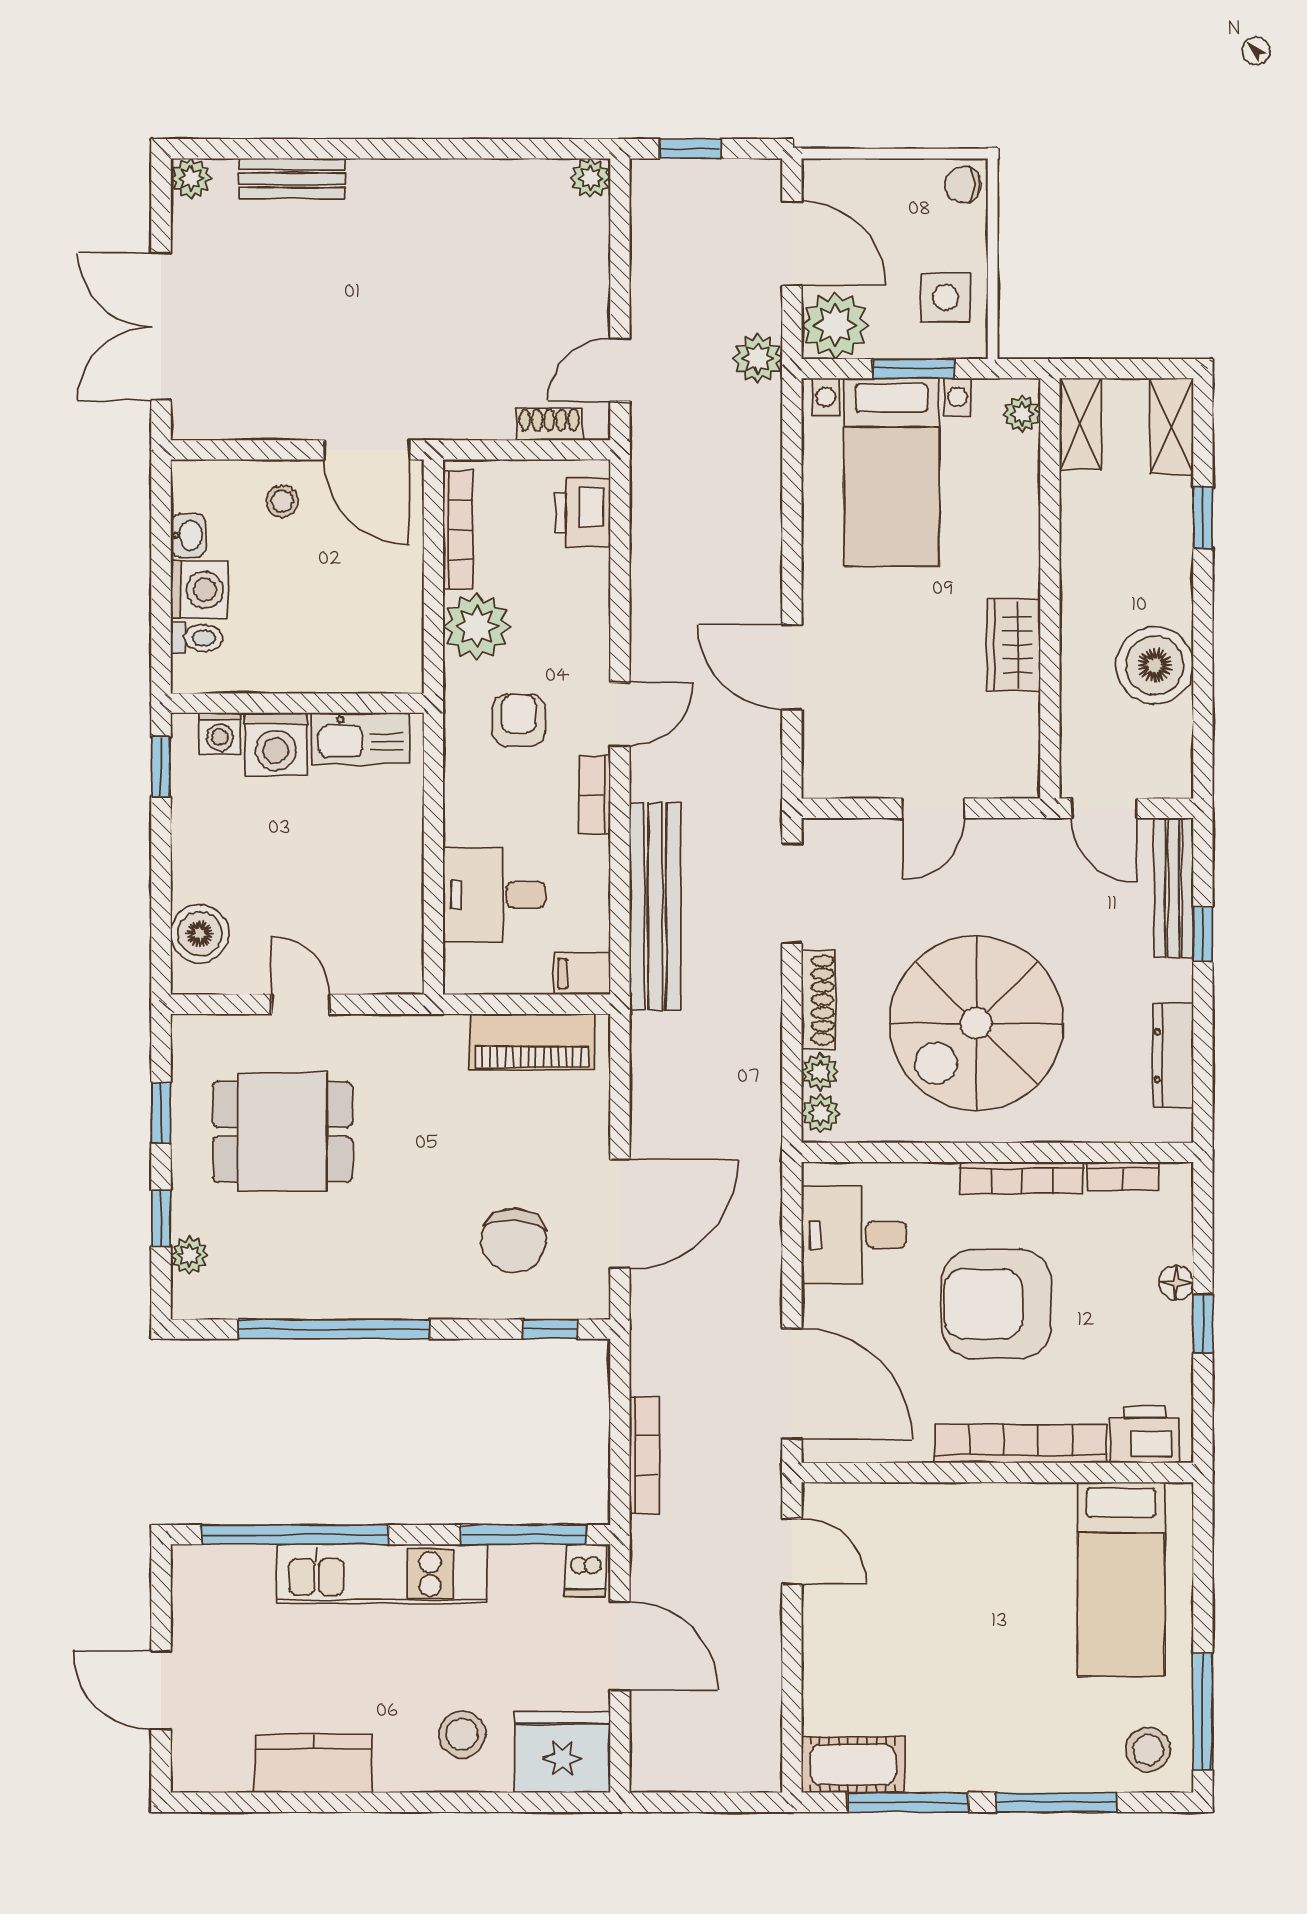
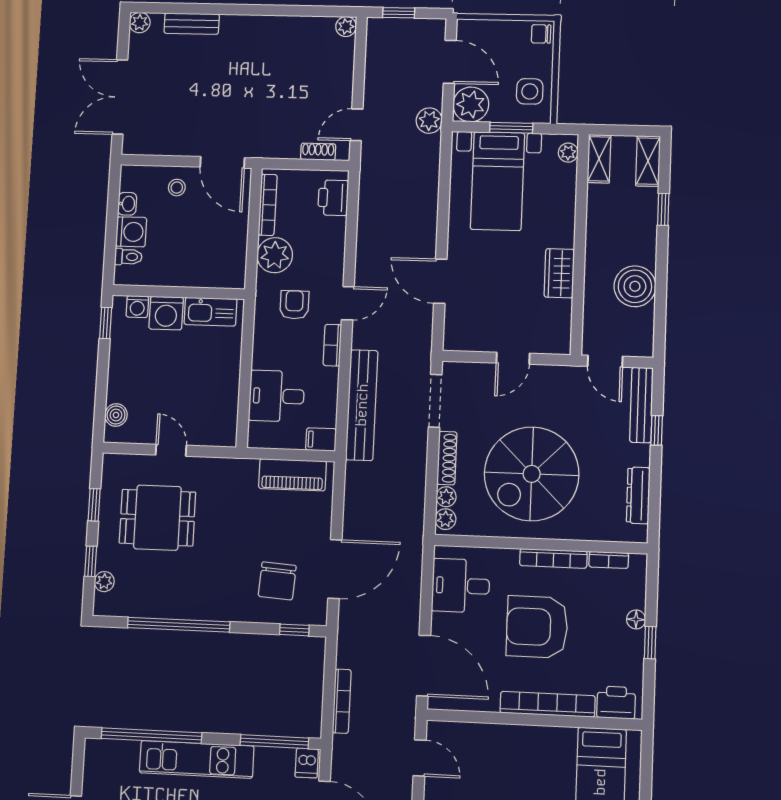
boiler: (200, 934) -> (116, 415), width x0.73, depth x0.73

